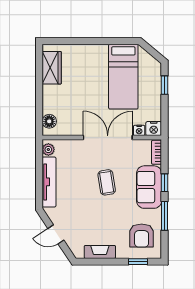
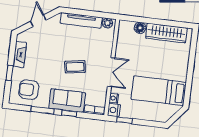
wardrobe: (52, 68) -> (166, 33), width x1.50
window: (165, 85) -> (125, 120), moved
floor lamp: (49, 121) -> (140, 28), moved
double door: (108, 138) -> (111, 72), width x0.73
window: (138, 262) -> (9, 73), moved

